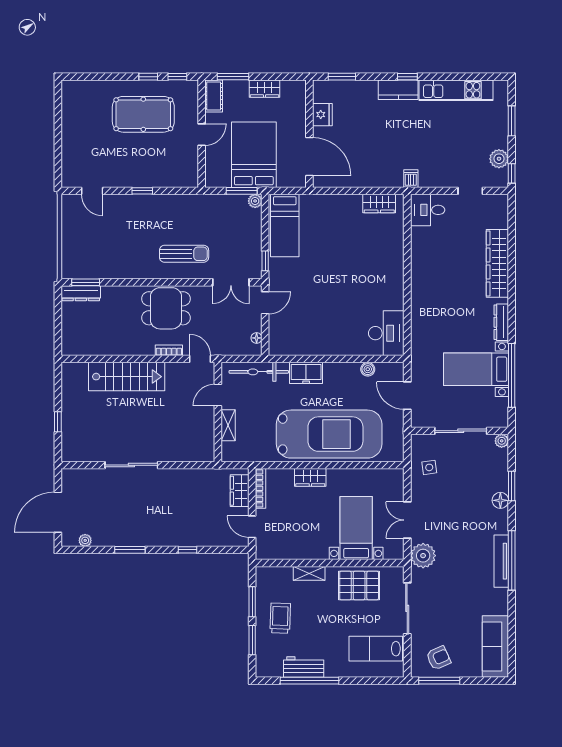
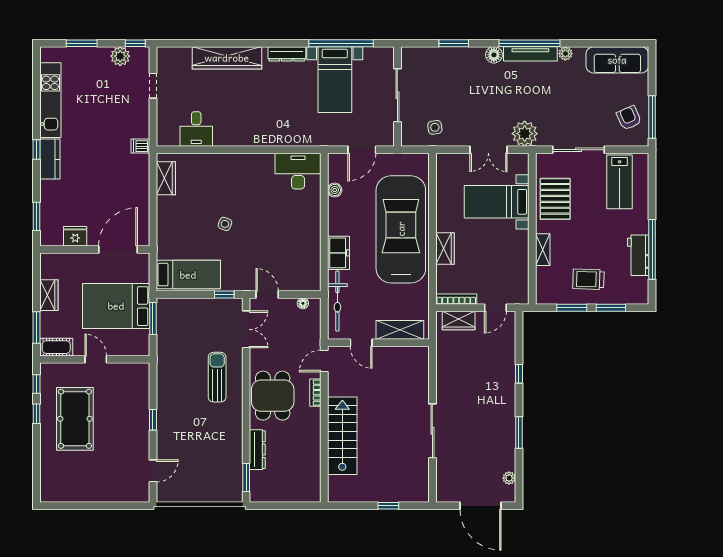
plant: (255, 201) -> (163, 305), removed
desk: (428, 210) -> (196, 129), moved
side table: (334, 261) -> (225, 224), added
dresser: (81, 293) -> (257, 450), moved
shelving: (228, 425) -> (400, 330), width x1.50, depth x1.33
plant: (502, 441) -> (565, 54), moved
floor lamp: (500, 500) -> (494, 55), moved

